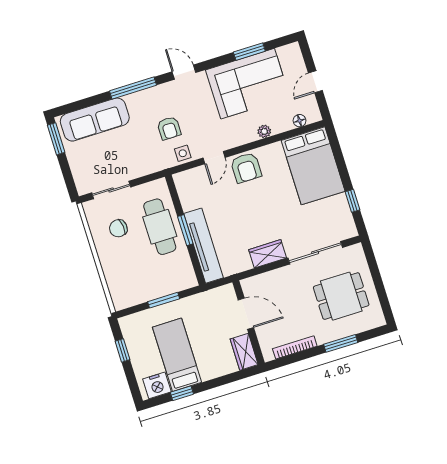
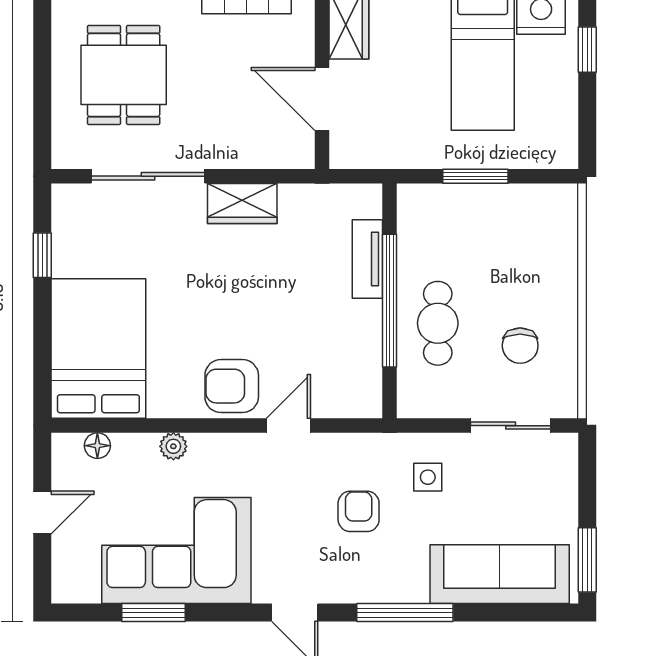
side table: (183, 153) -> (428, 477), moved
armchair: (246, 168) -> (232, 386), turned -90
cafe table: (160, 227) -> (438, 323), width x0.73, depth x0.74
chair: (118, 228) -> (520, 346), turned 97
window: (185, 230) -> (390, 301), width x2.11
tv unit: (204, 246) -> (367, 259), width x0.52, depth x0.78
dining table: (341, 296) -> (124, 75), turned 90
window: (122, 350) -> (587, 50), moved

